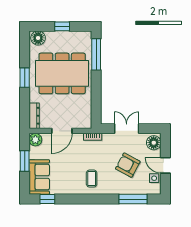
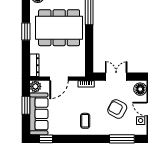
sofa: (39, 177) -> (39, 114), width x1.36

